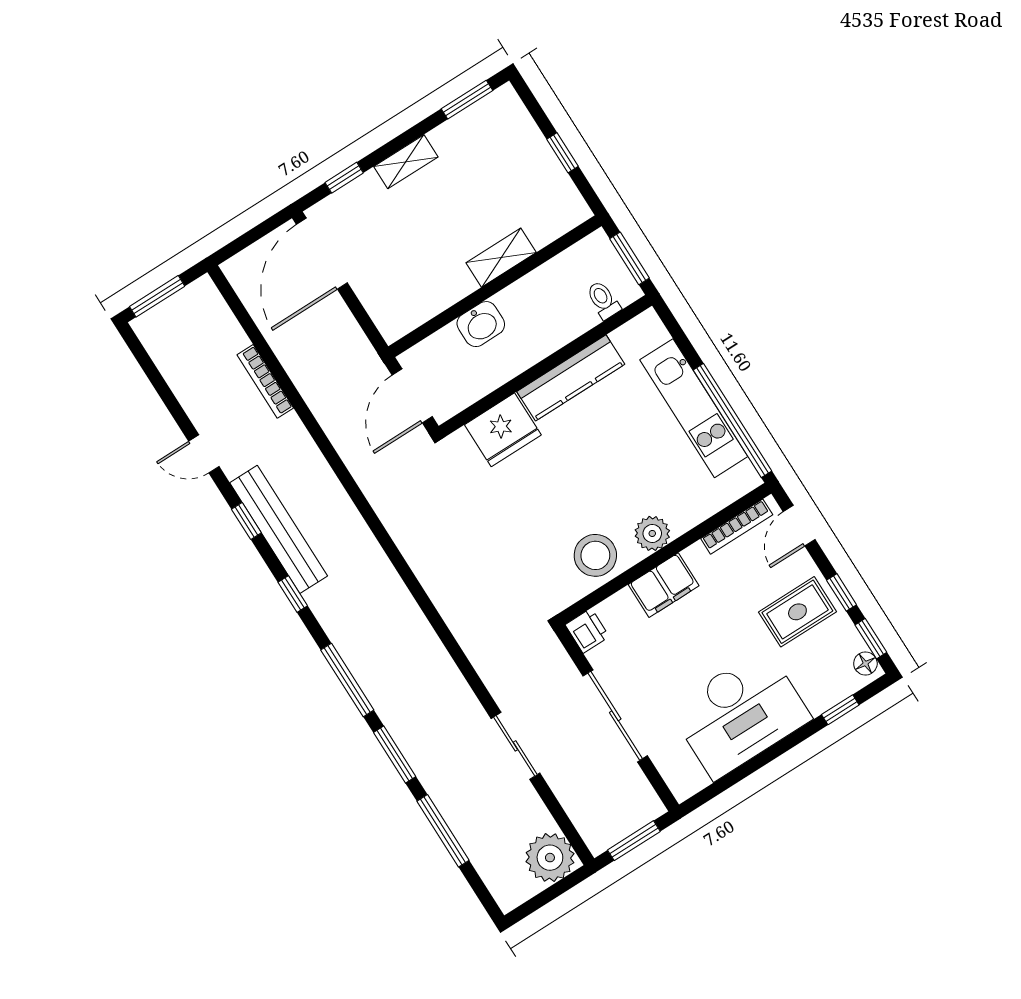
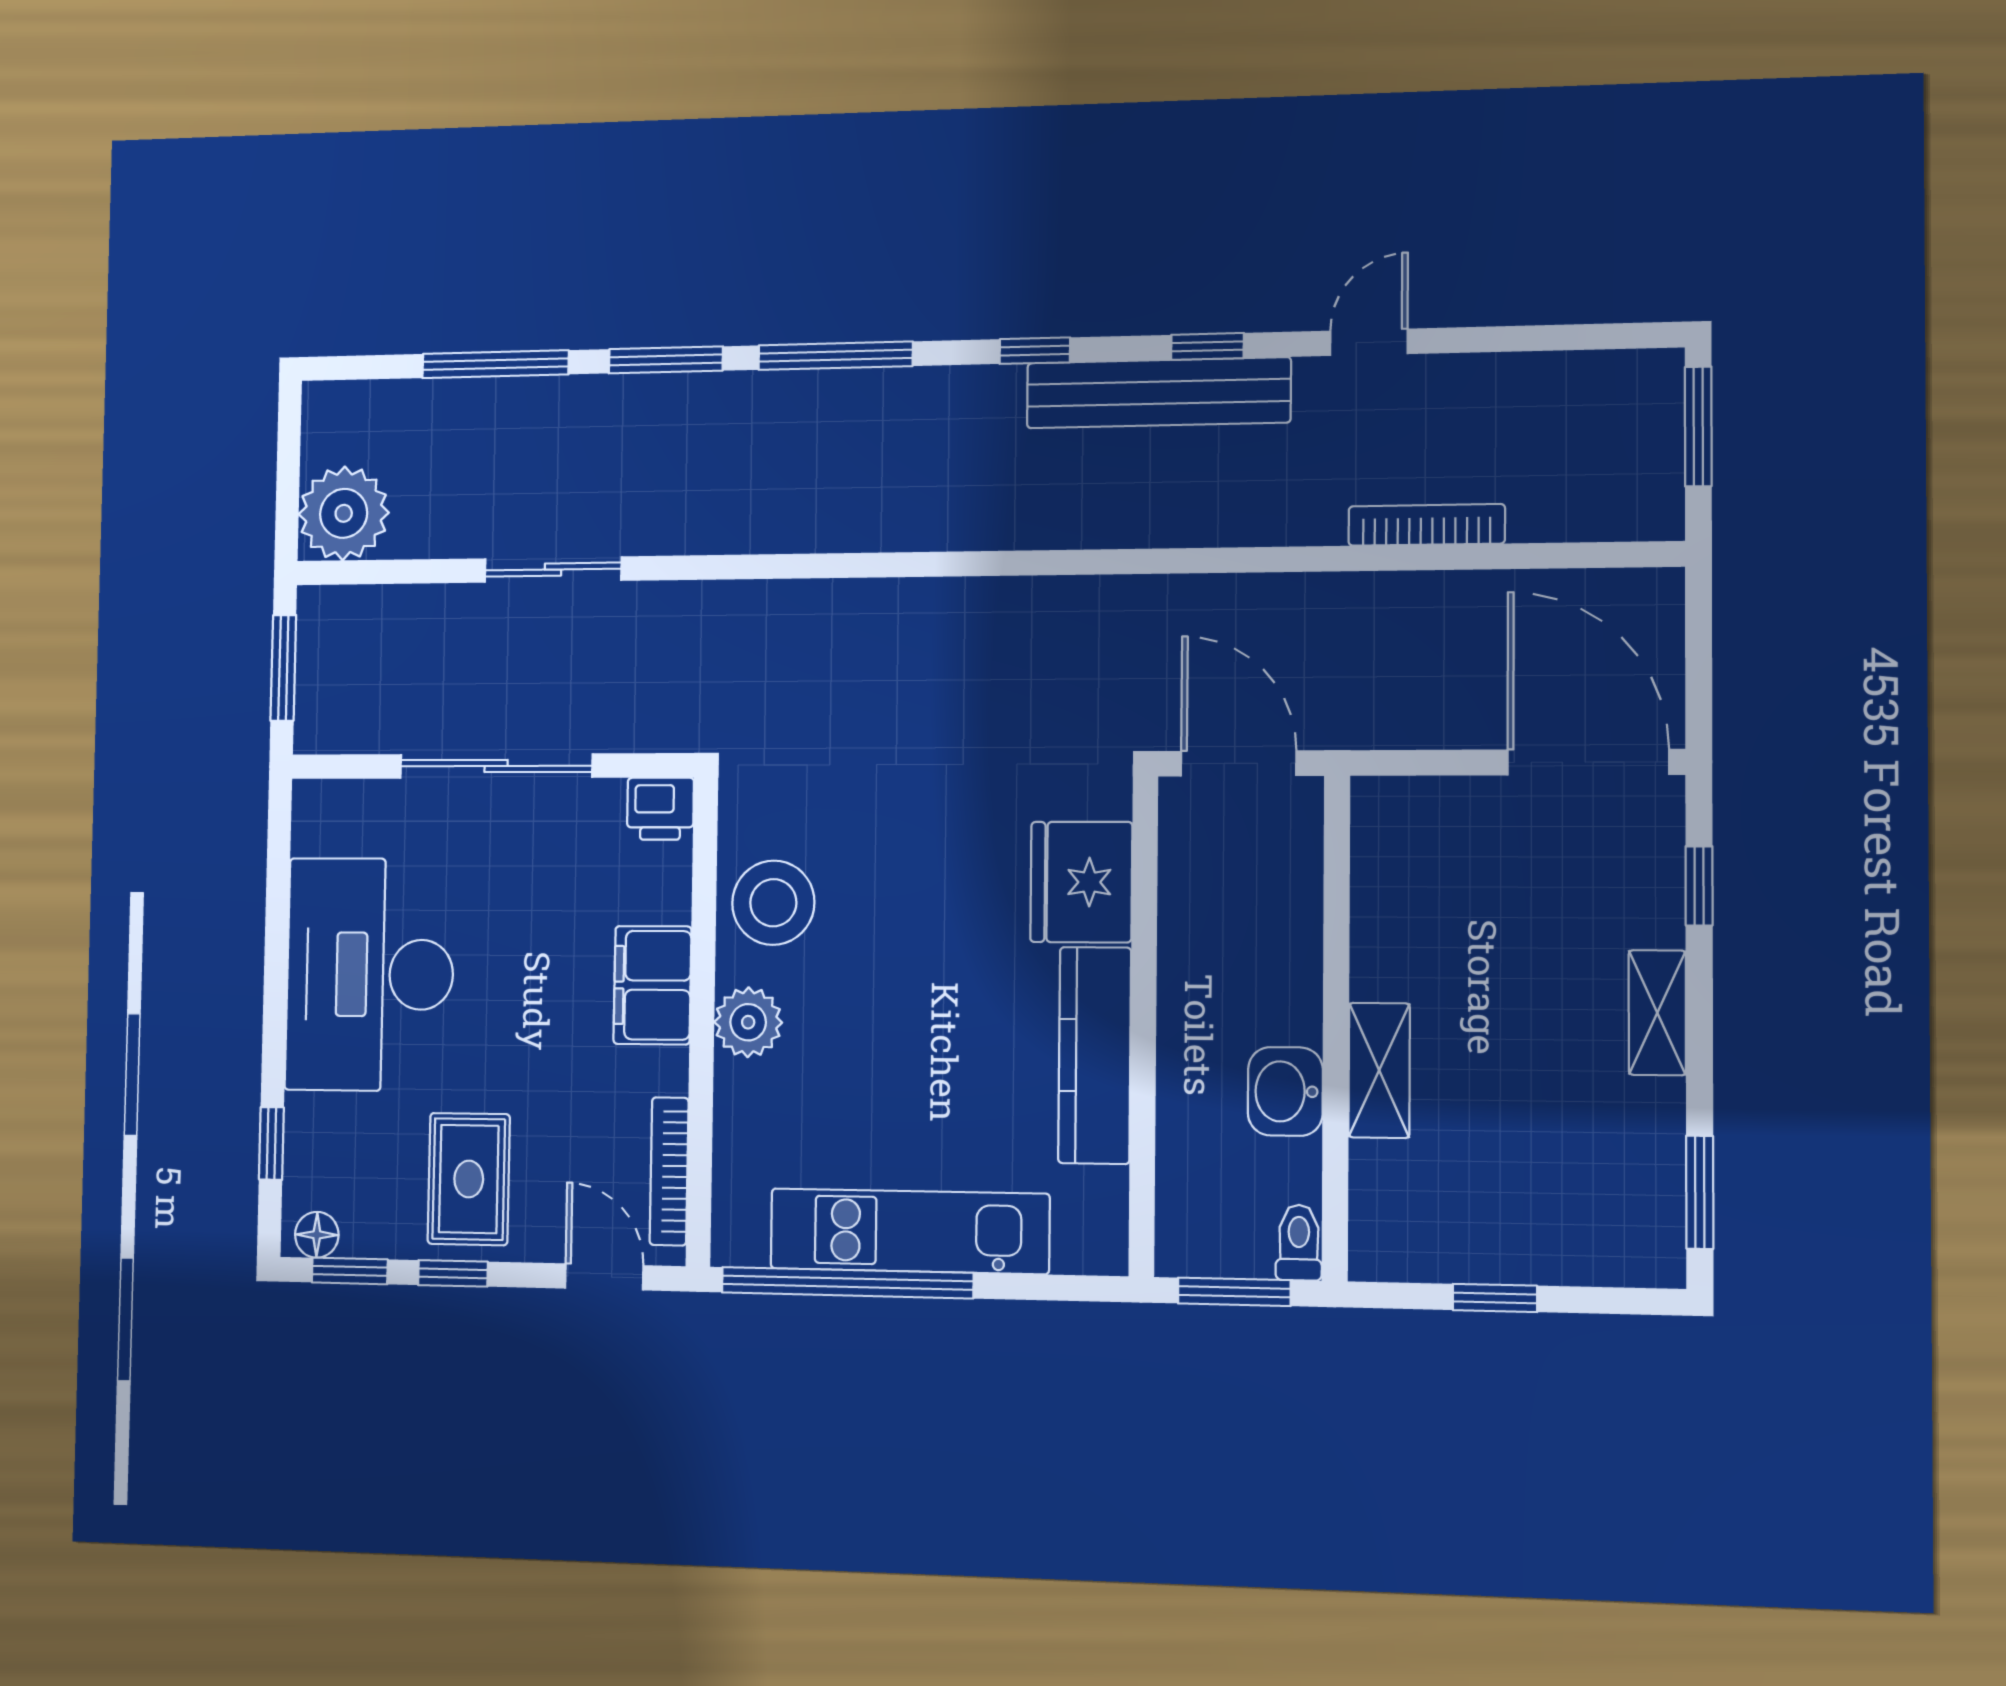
toilet: (603, 300) -> (1299, 1243), moved, turned -90
washbasin: (481, 324) -> (1285, 1091), moved

